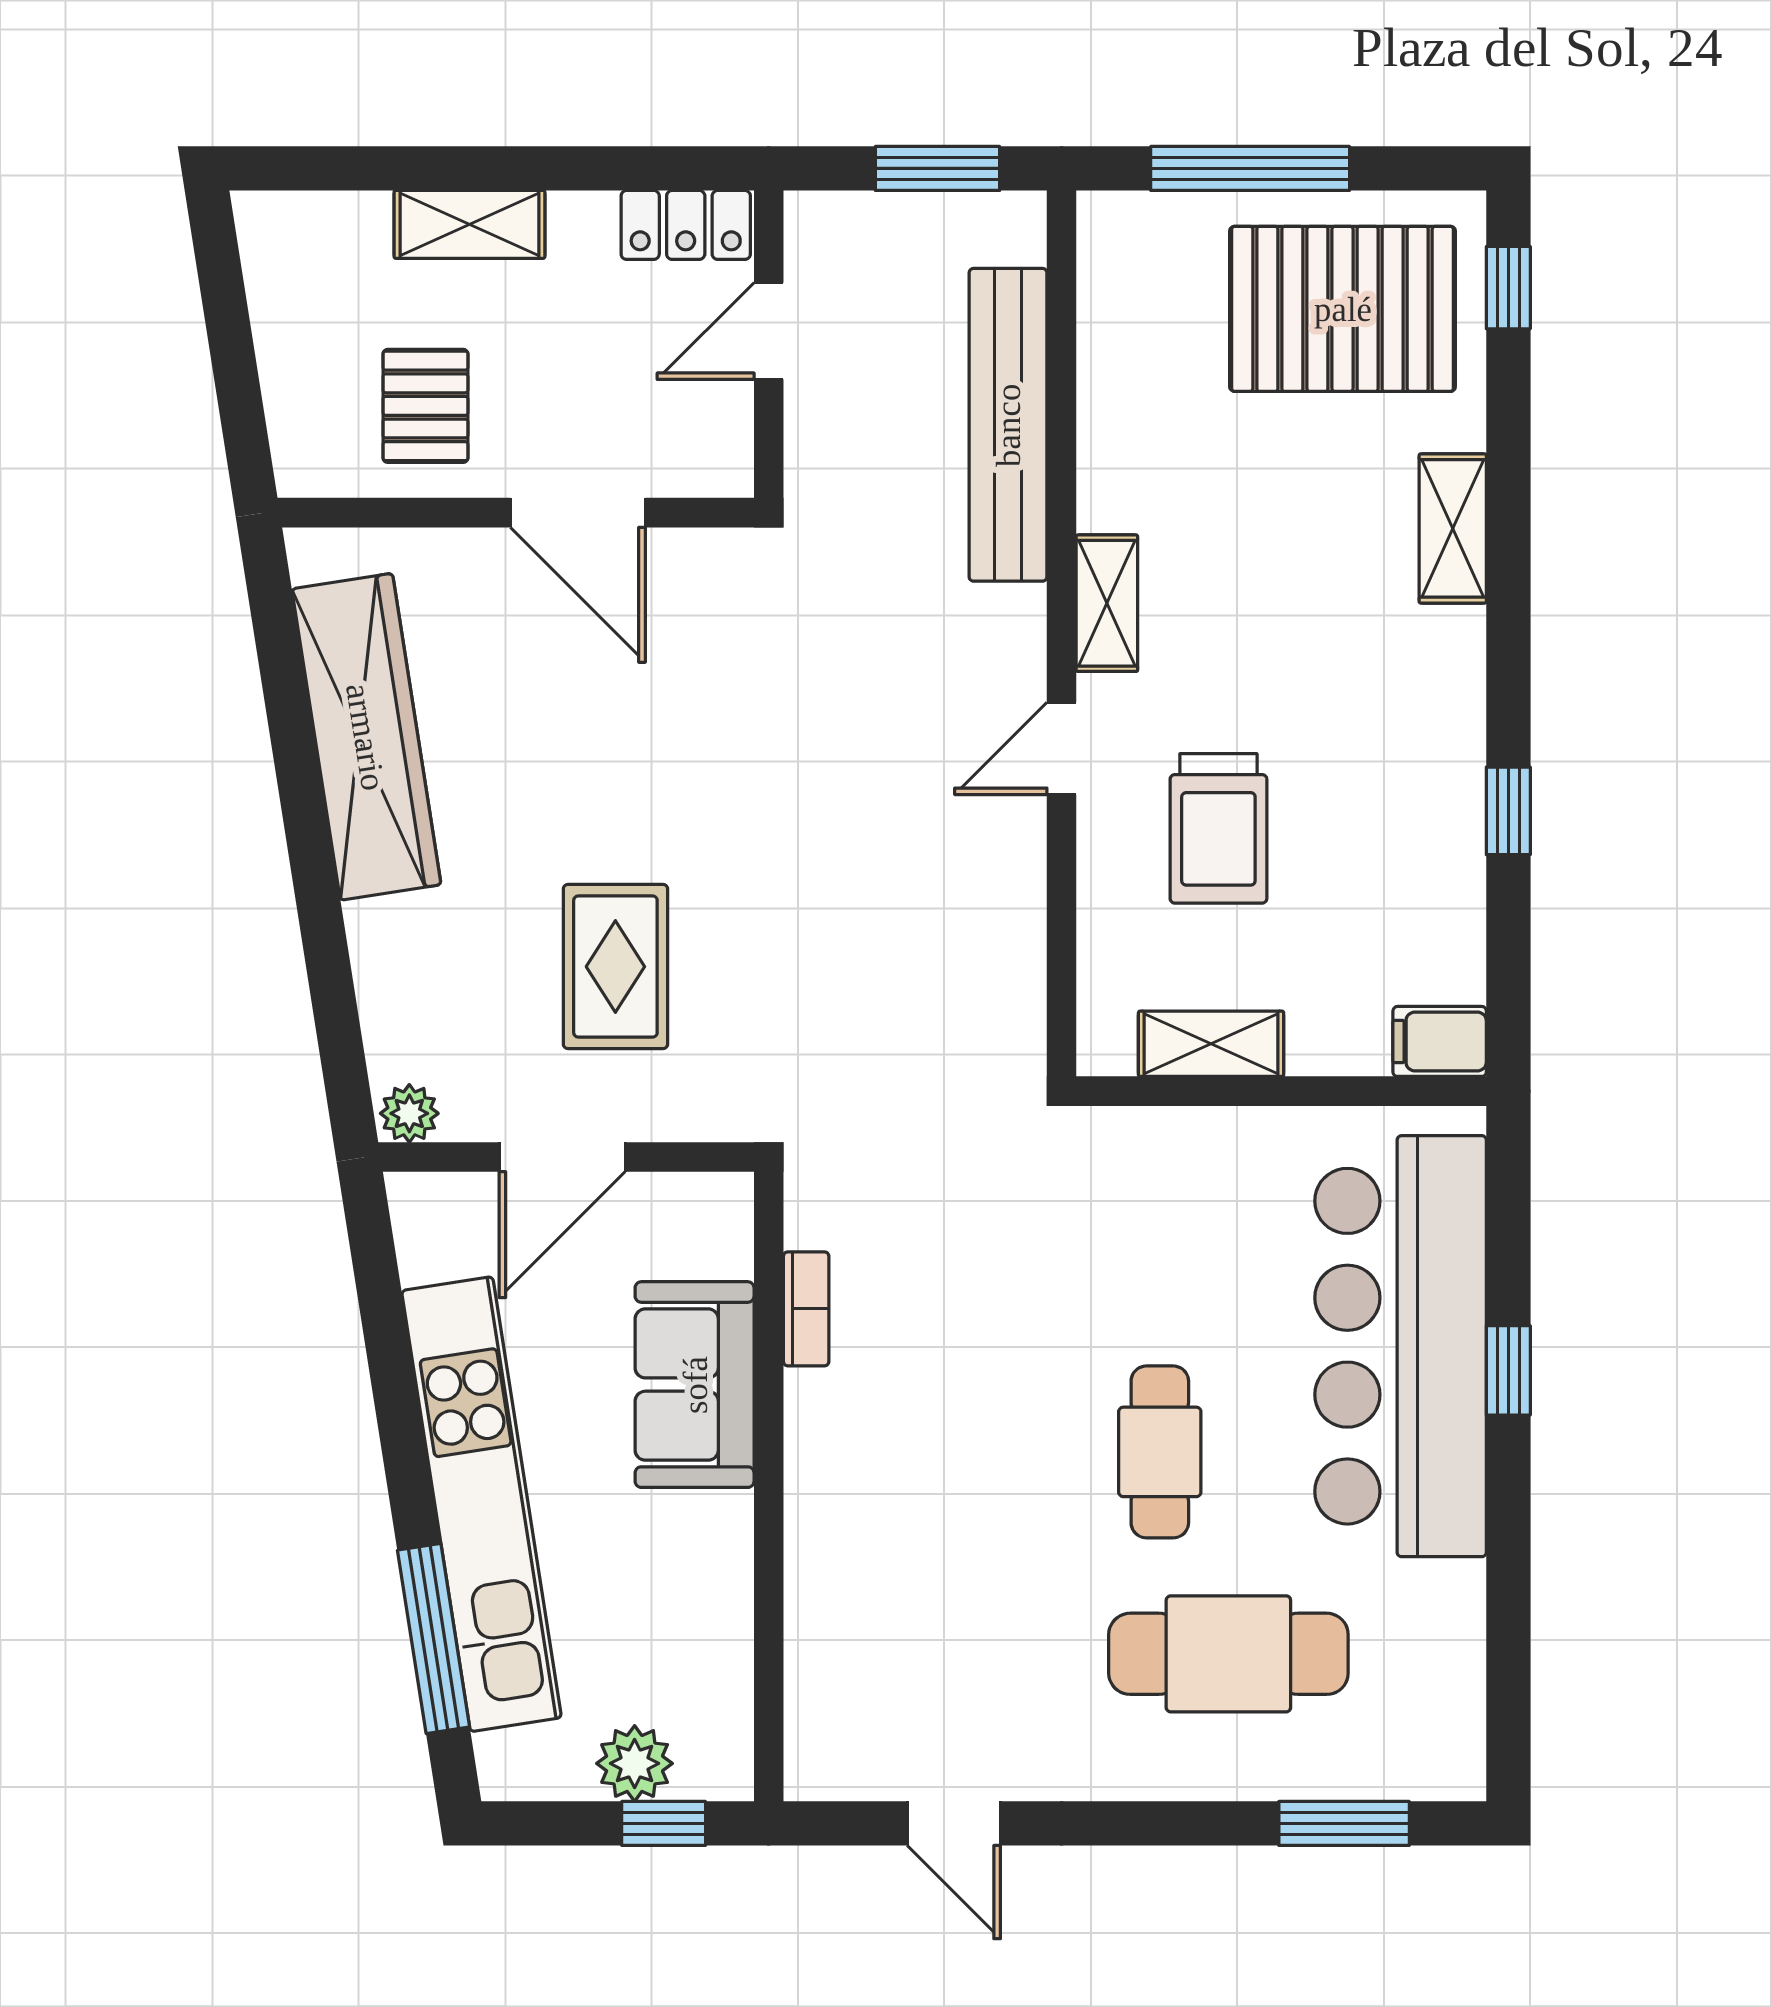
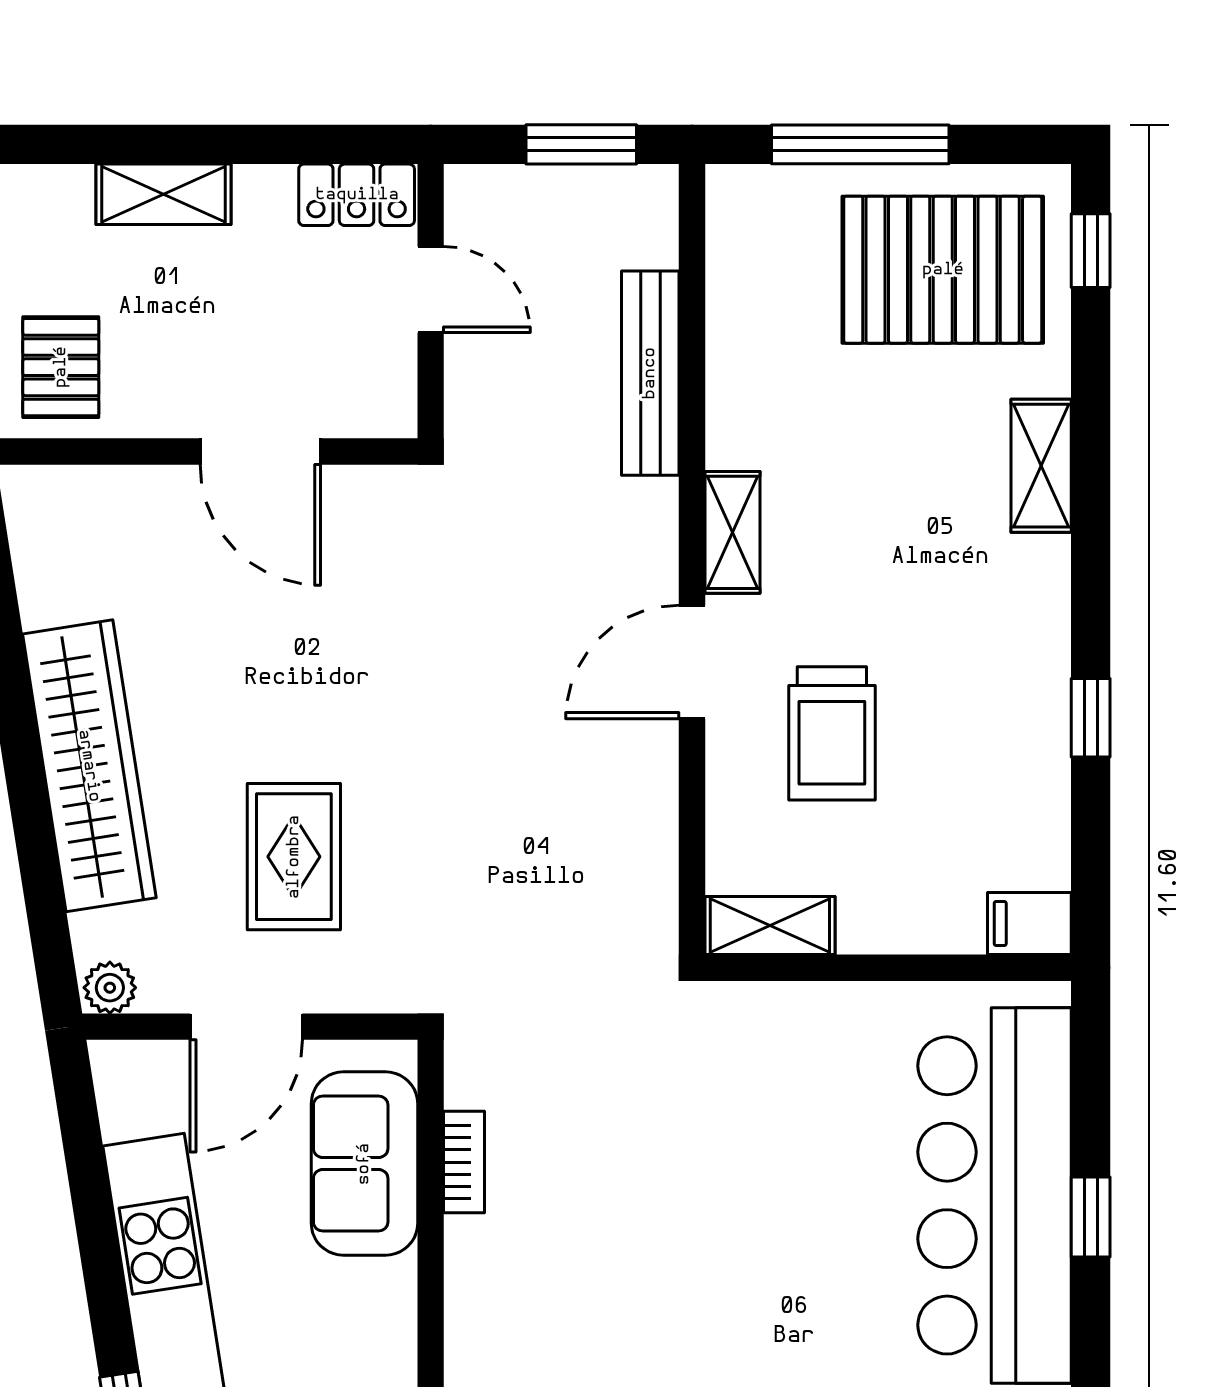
door: (769, 331) -> (431, 289), swing flipped
pallet: (425, 406) -> (61, 367), moved
bench: (1008, 425) -> (650, 373), width x0.73, depth x0.82
wardrobe: (366, 737) -> (89, 766), moved
door: (1062, 748) -> (692, 662), width x1.38
shelving: (1211, 1044) -> (770, 926), moved
sofa: (695, 1385) -> (364, 1164), moved
cafe table: (1160, 1452) -> (780, 1290), removed

